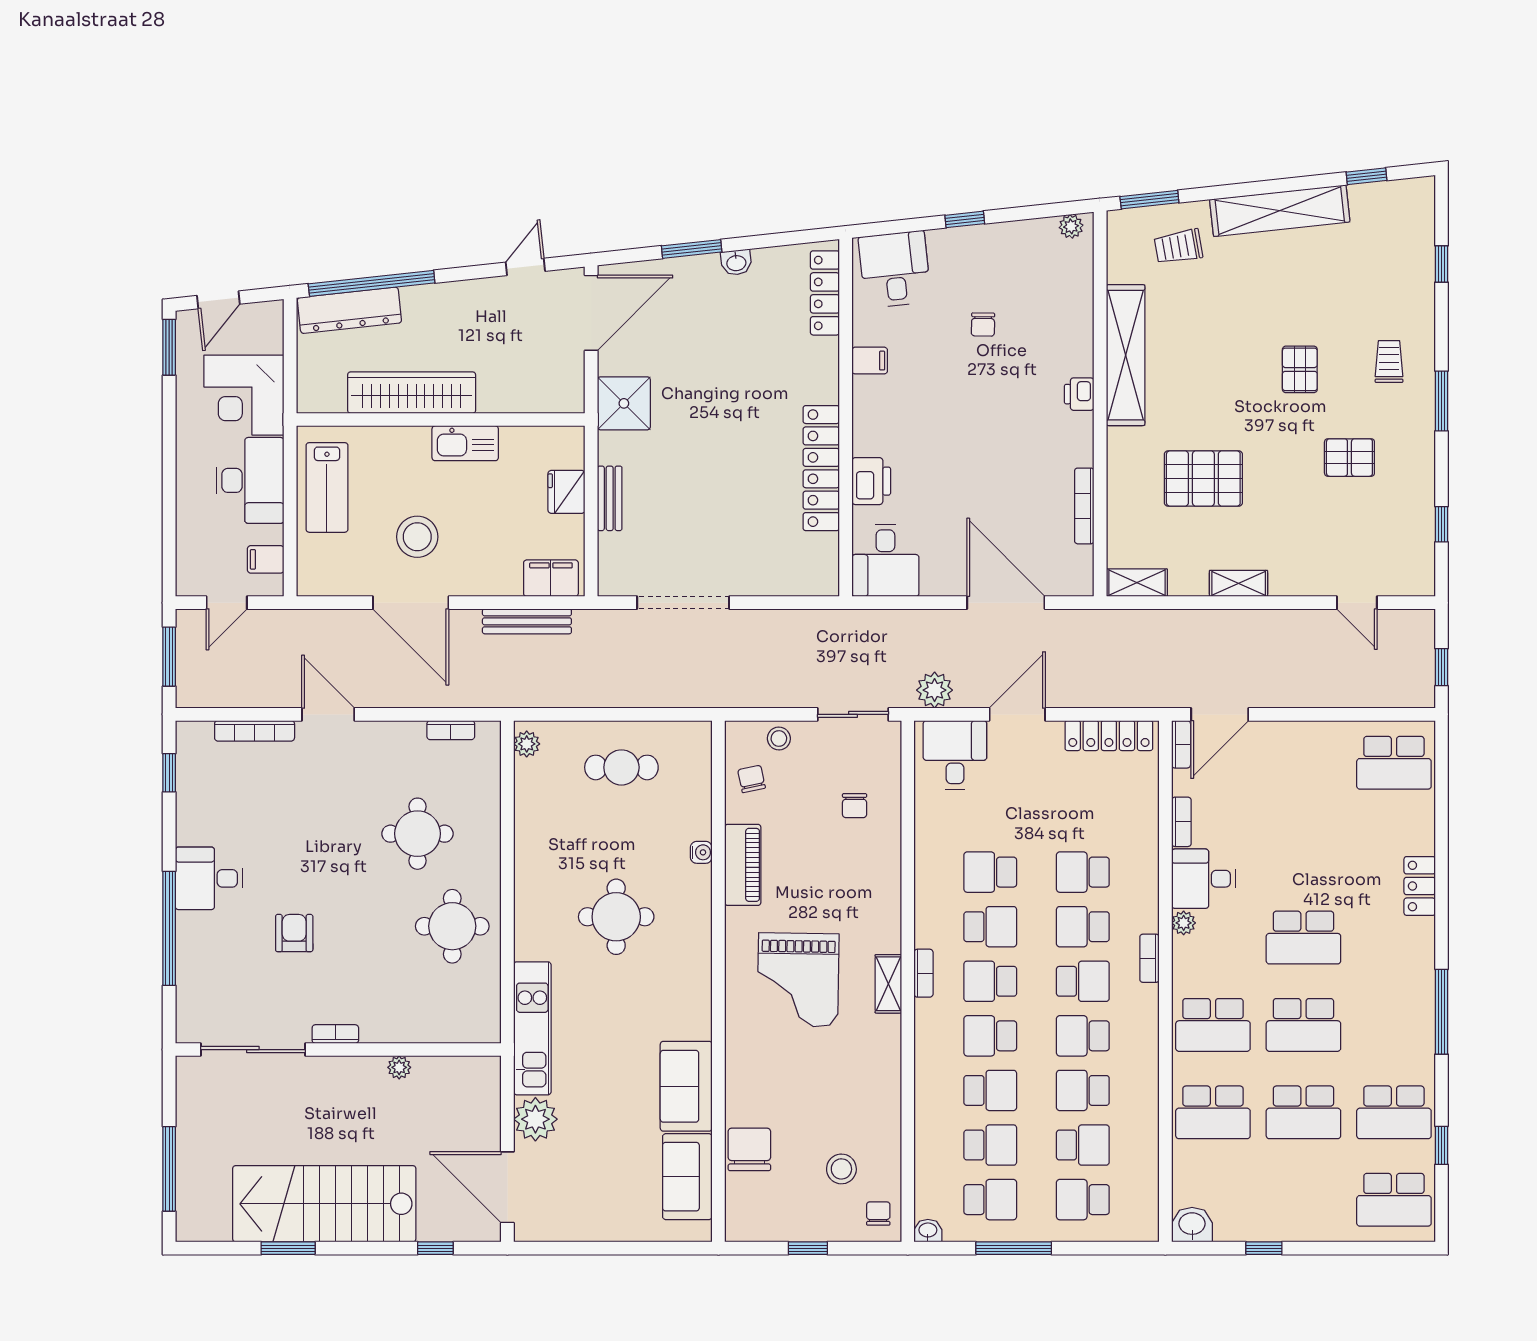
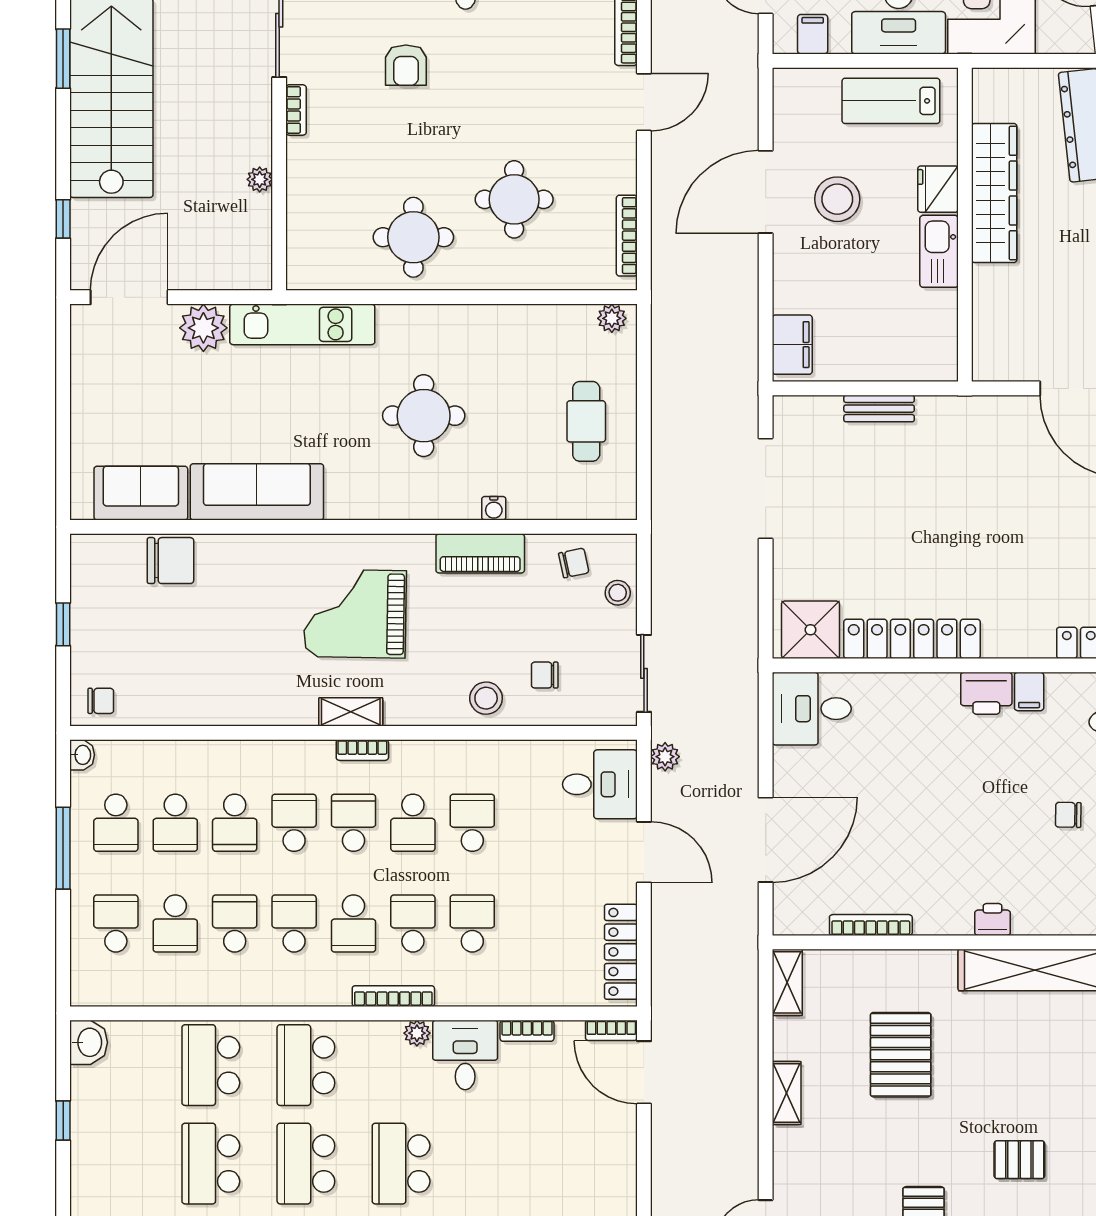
shower: (624, 403) -> (811, 630), moved
printer: (871, 481) -> (986, 693), moved
fridge: (566, 492) -> (938, 189), moved, turned -90
bench: (527, 621) -> (745, 319), removed
plant: (935, 690) -> (665, 757), width x0.73, depth x0.73
bookcase: (451, 730) -> (627, 236), width x1.56
armchair: (294, 933) -> (406, 65), turned 90
bookcase: (1149, 958) -> (393, 996), width x1.56
sofa: (686, 1086) -> (257, 492), width x1.36
stool: (841, 1169) -> (486, 698), moved

